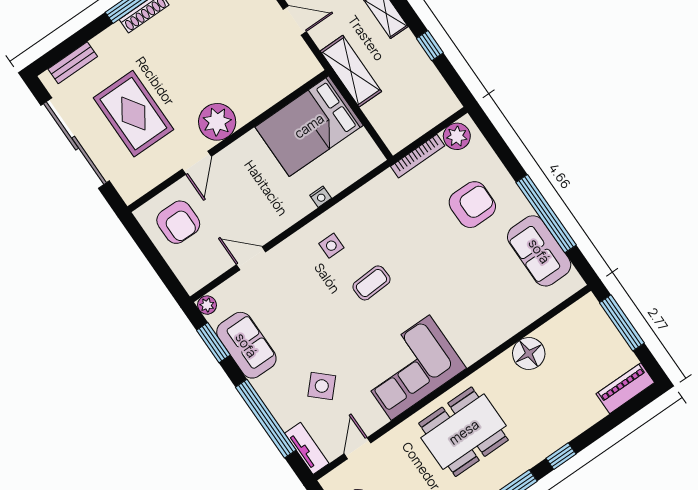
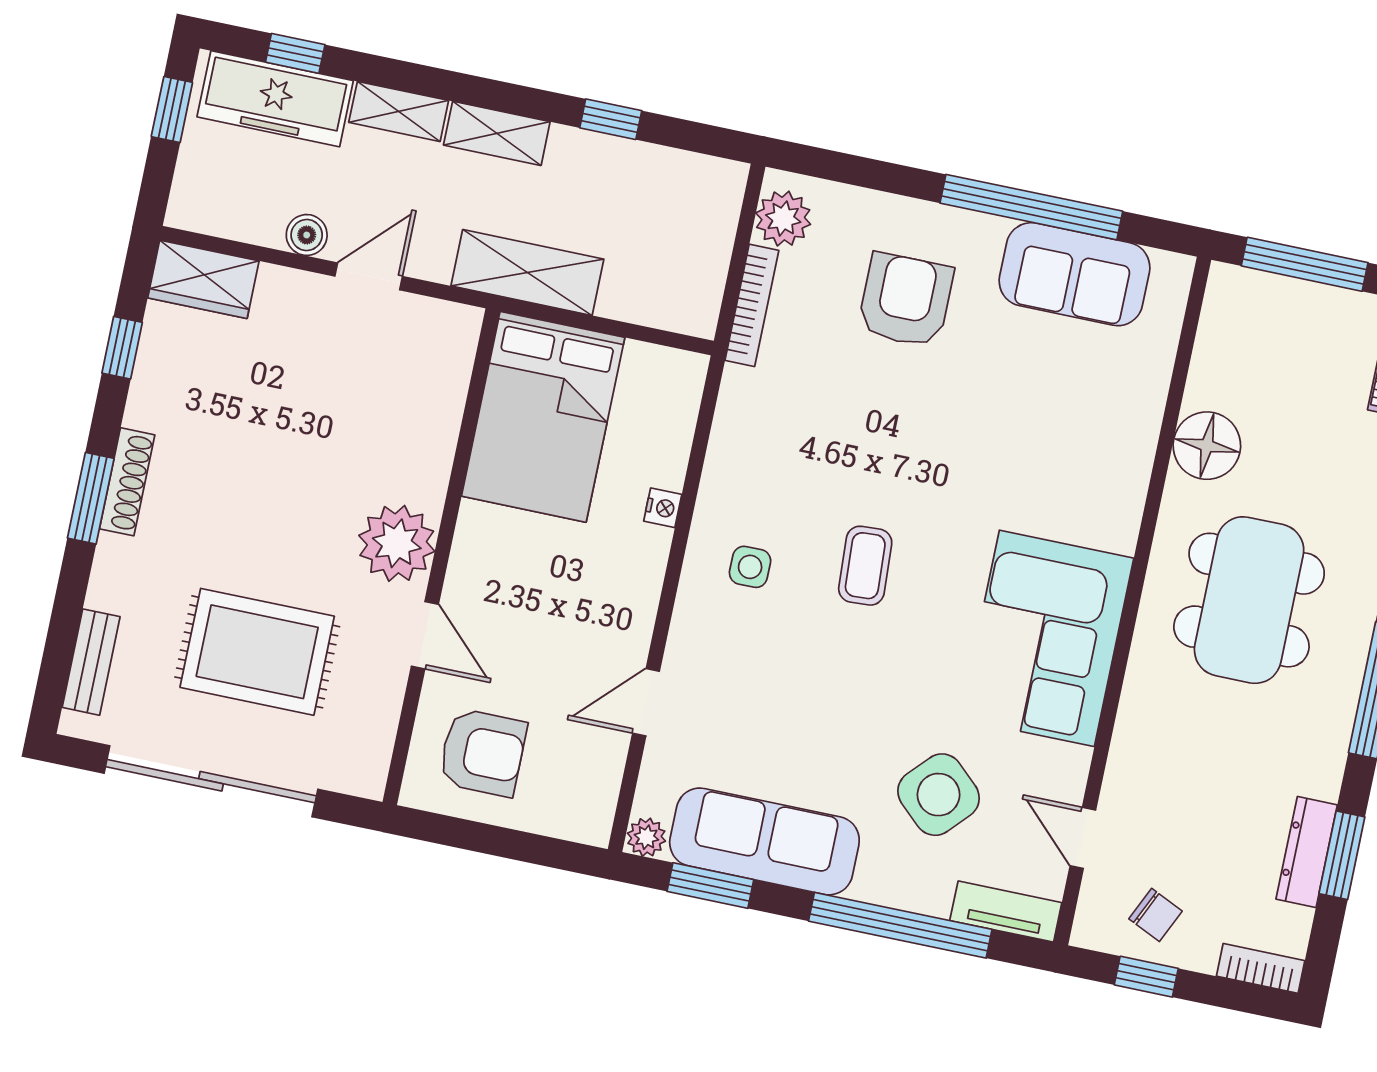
sofa: (246, 345) -> (764, 841), width x1.36
side table: (322, 386) -> (939, 795), width x1.37, depth x1.37
dining table: (464, 432) -> (1249, 600), moved

